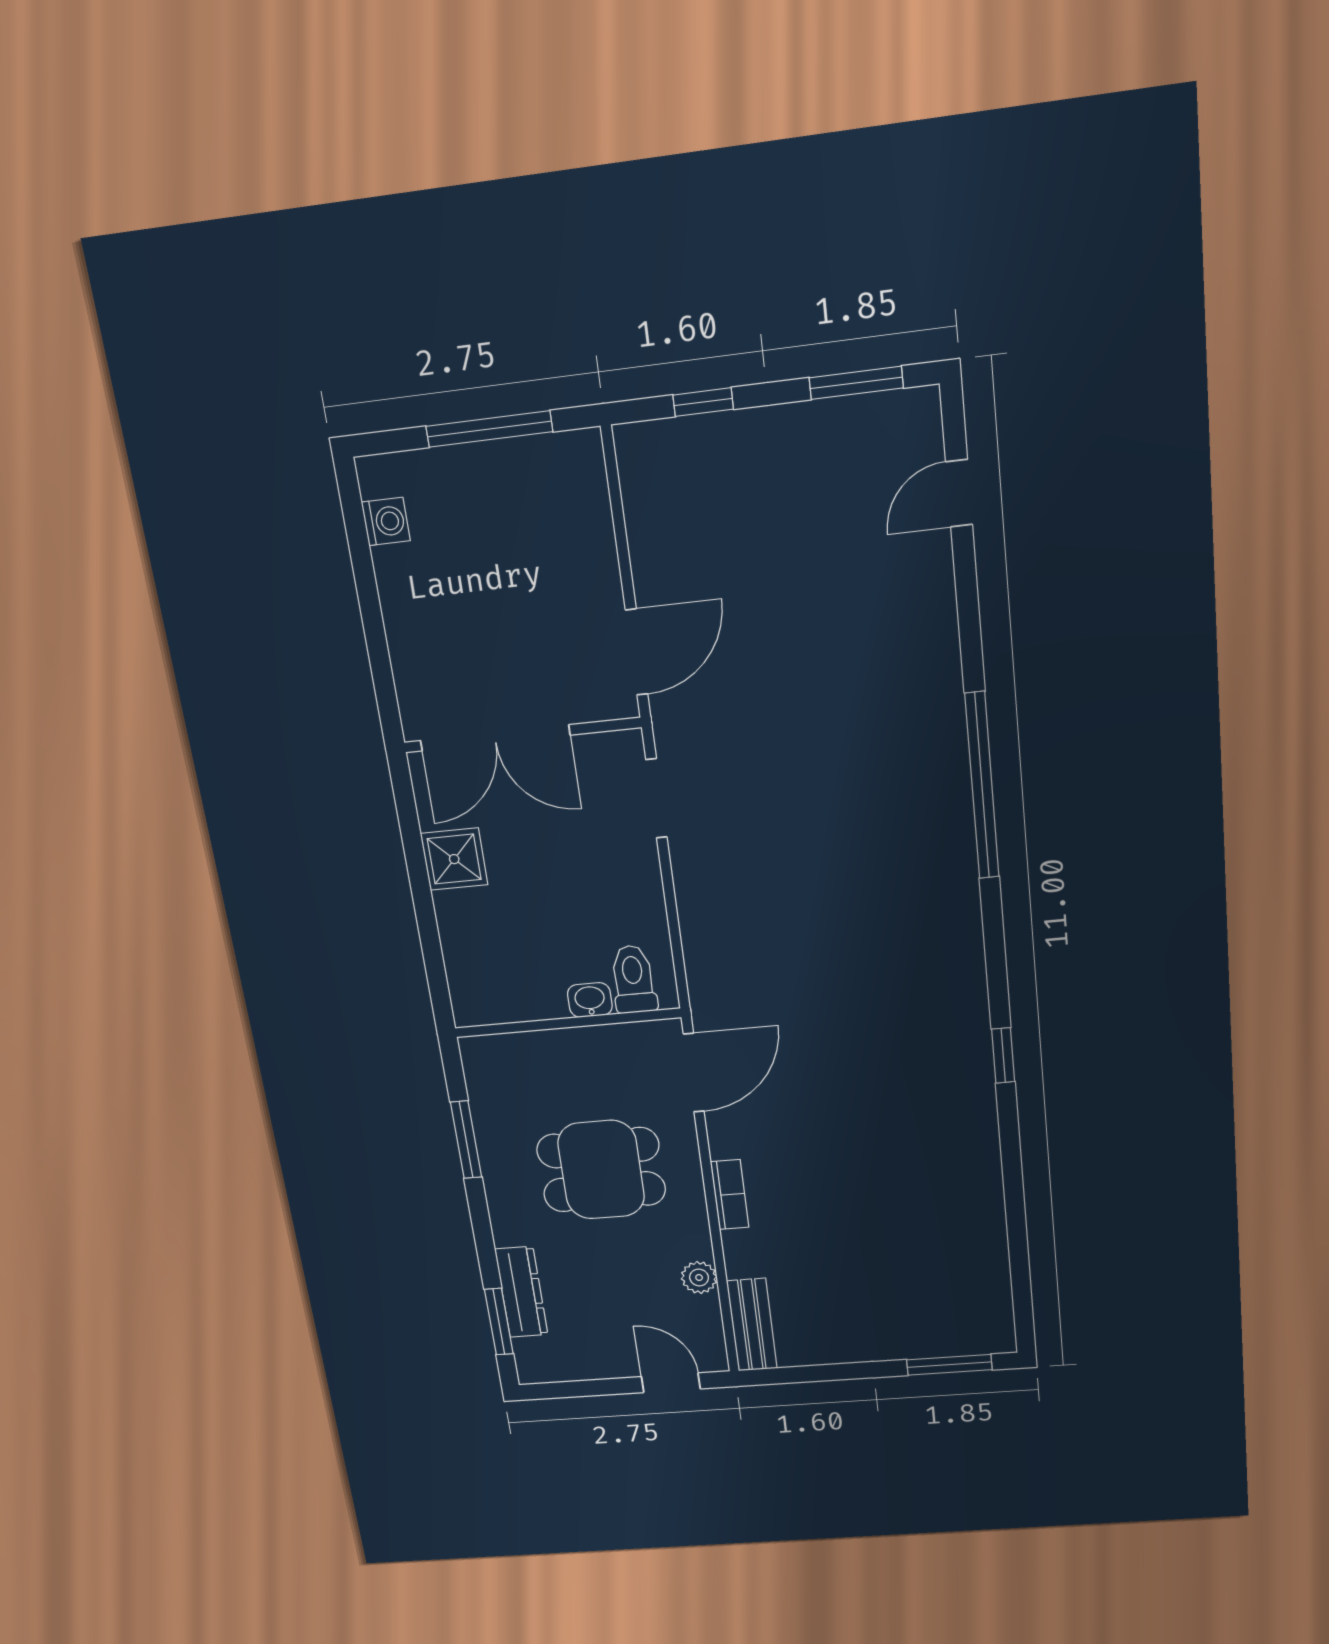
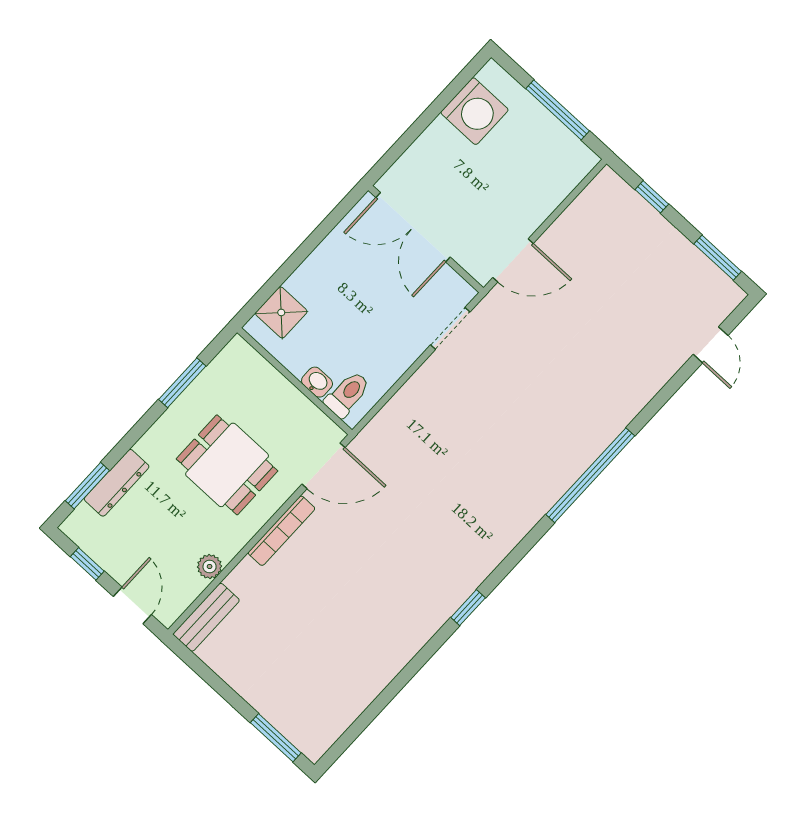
door: (959, 493) -> (711, 345), swing flipped
washing machine: (386, 521) -> (474, 111), width x1.89, depth x1.89
shower: (454, 859) -> (281, 312), moved
bookcase: (730, 1195) -> (282, 531), width x1.56
window: (585, 1388) -> (87, 564), added

